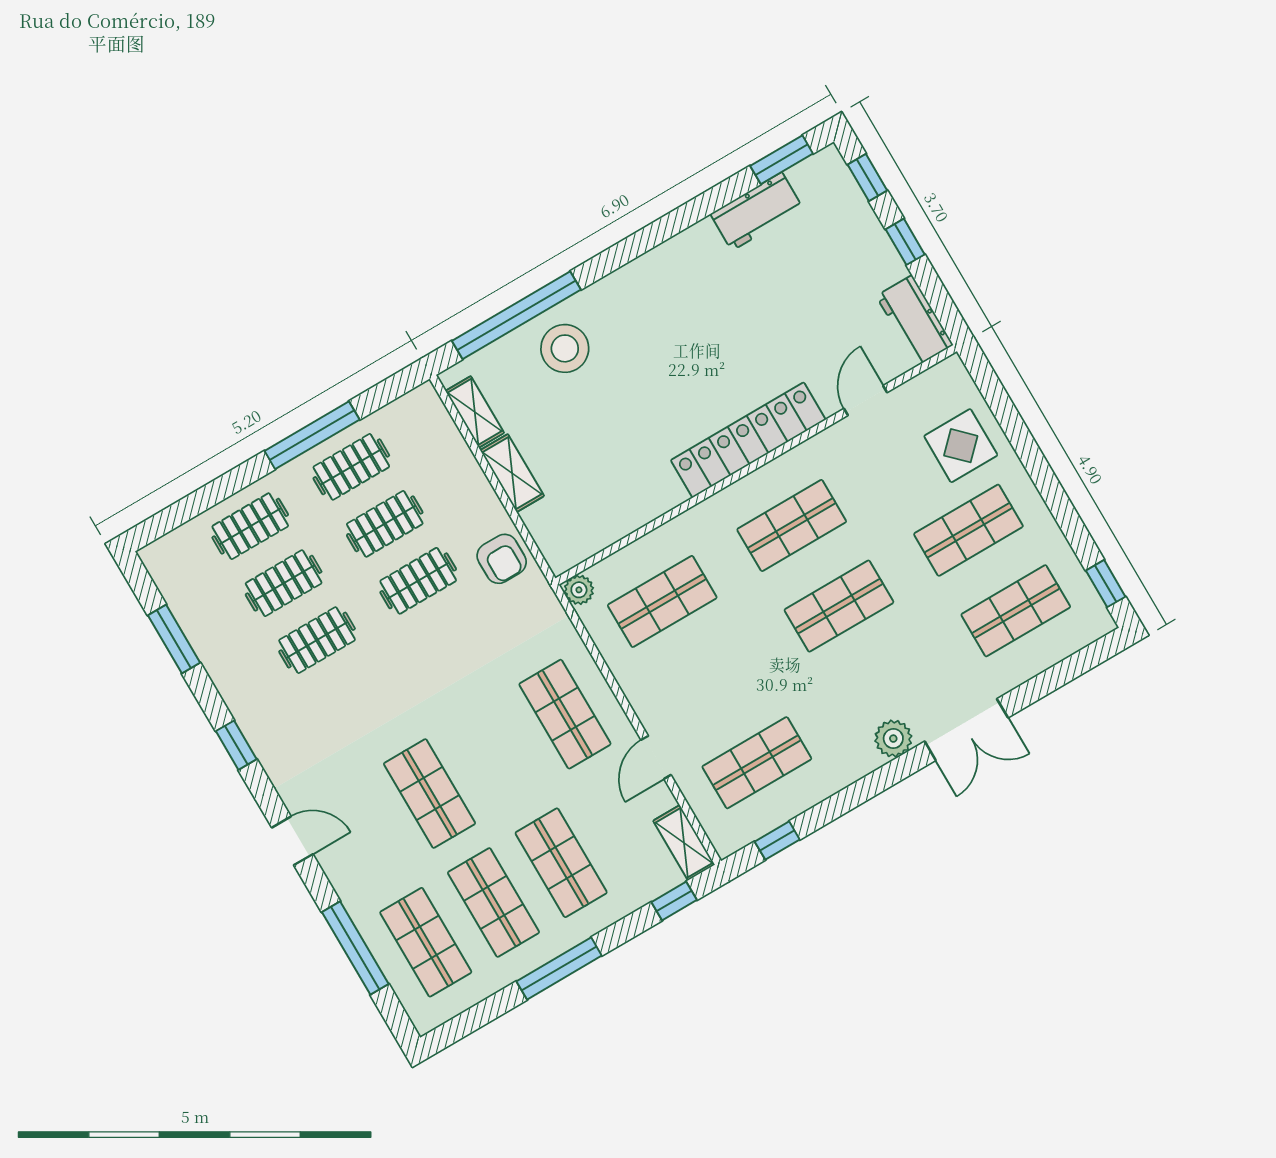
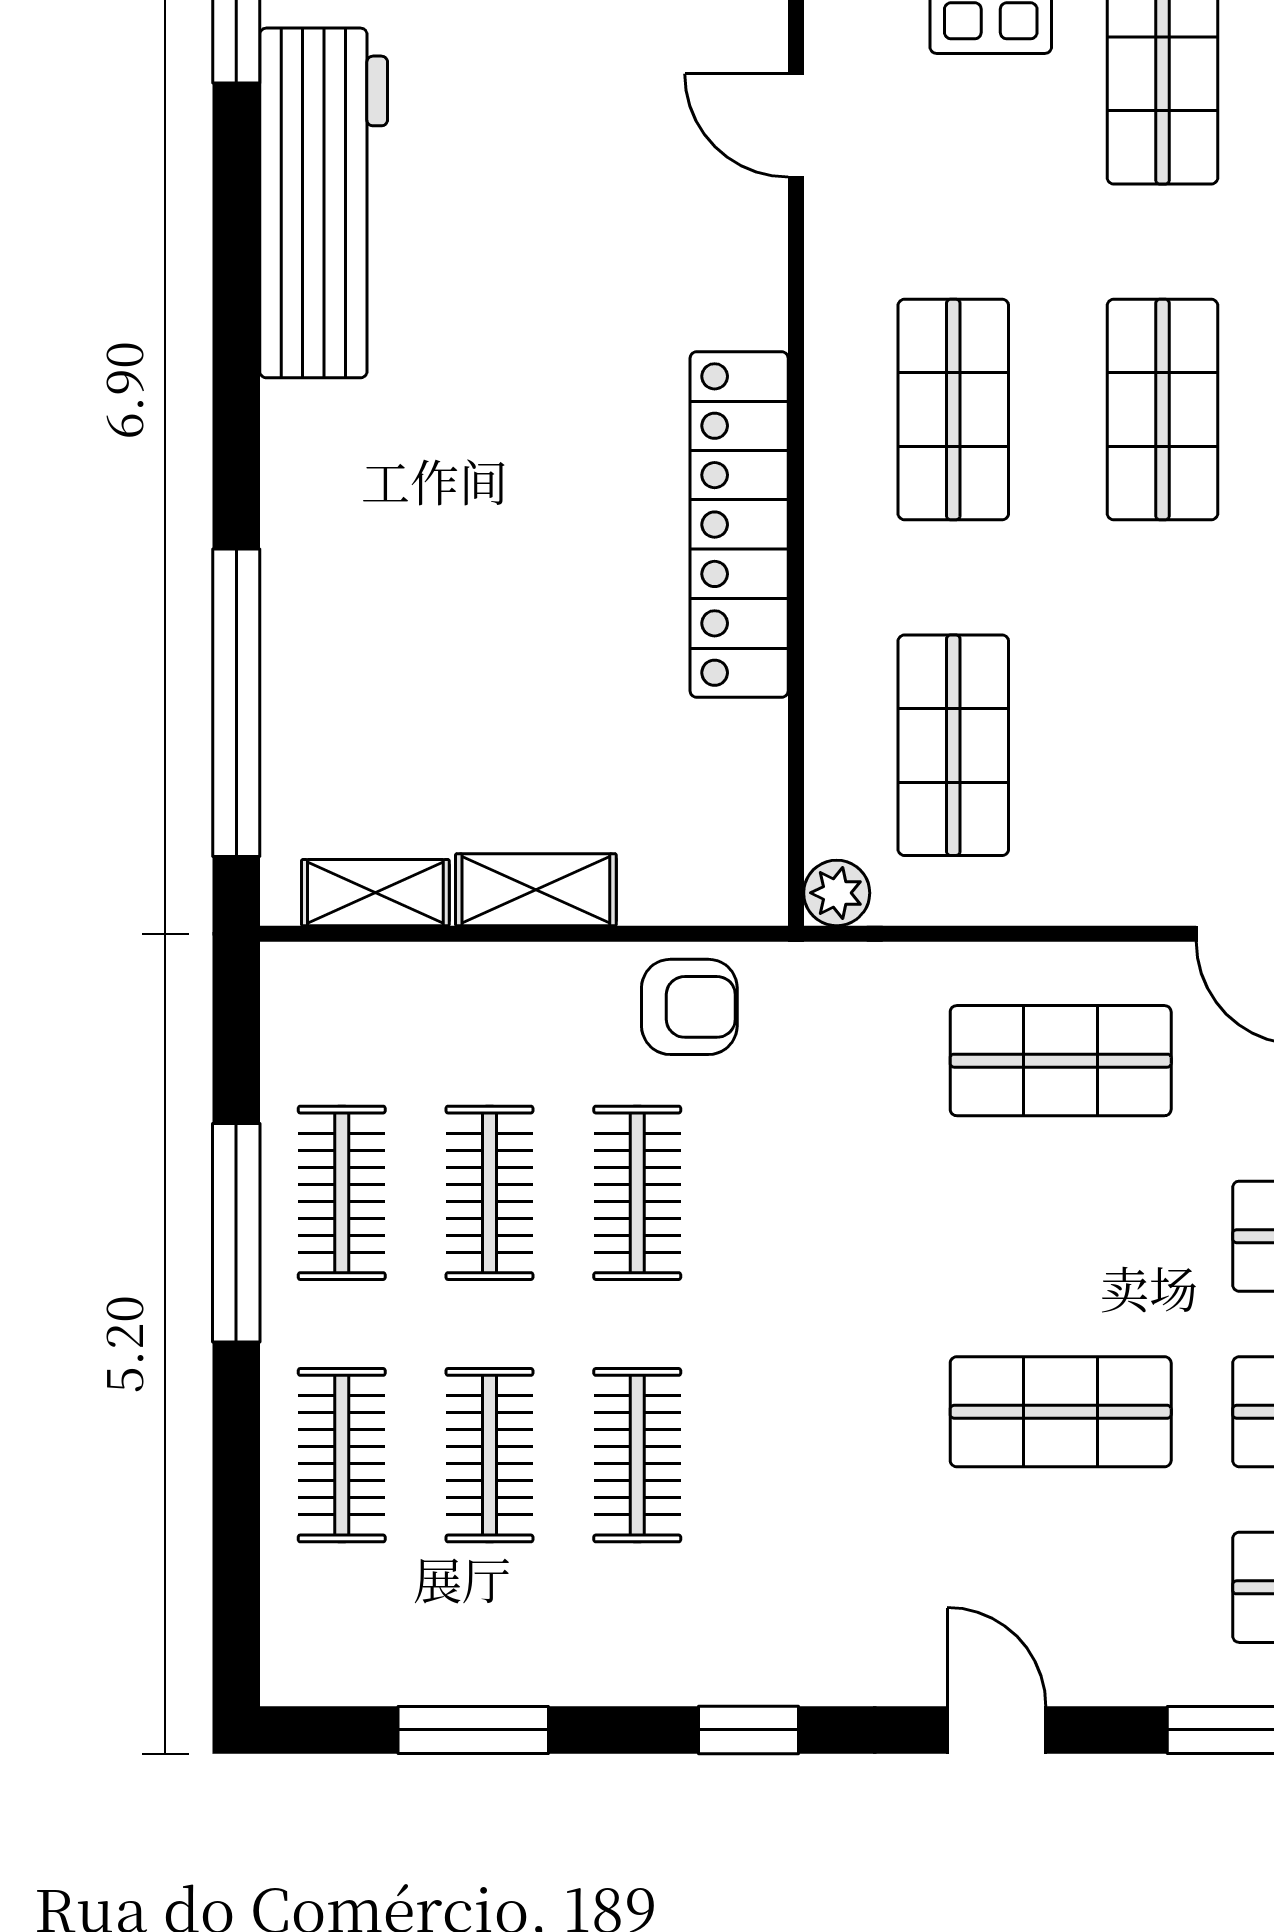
workbench: (757, 211) -> (324, 203), width x1.88, depth x1.32
stool: (565, 348) -> (355, 647), removed
locker: (748, 440) -> (739, 525), moved
door: (292, 841) -> (997, 1730), hinge flipped

